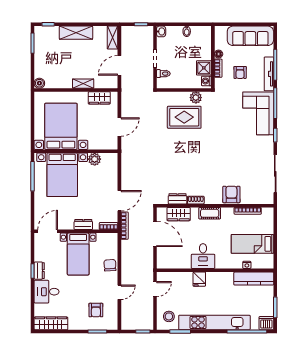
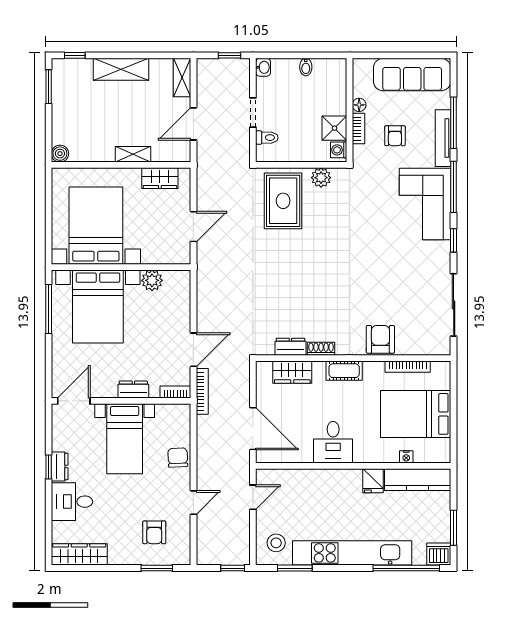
rug: (184, 117) -> (283, 201), moved, turned 90
door: (155, 234) -> (253, 429), moved
bed: (252, 244) -> (416, 414), width x1.50
fridge: (199, 279) -> (373, 481), moved

